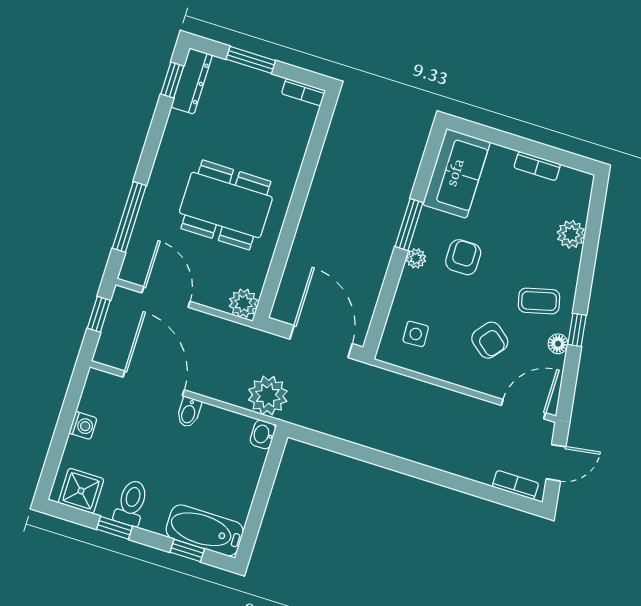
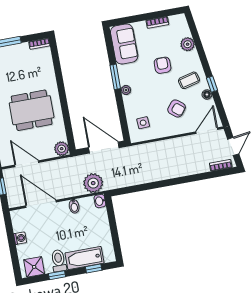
armchair: (463, 257) -> (163, 65), moved
bidet: (189, 412) -> (74, 206), moved
bathtub: (205, 530) -> (85, 258), moved

